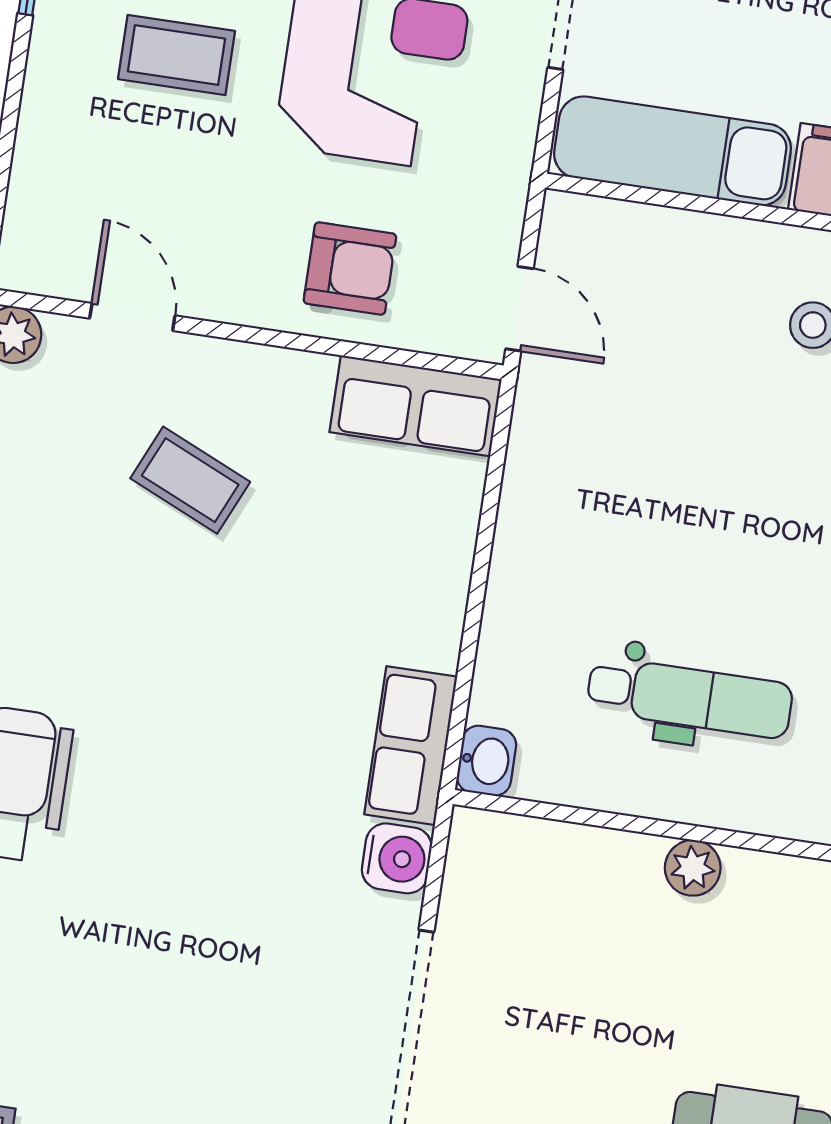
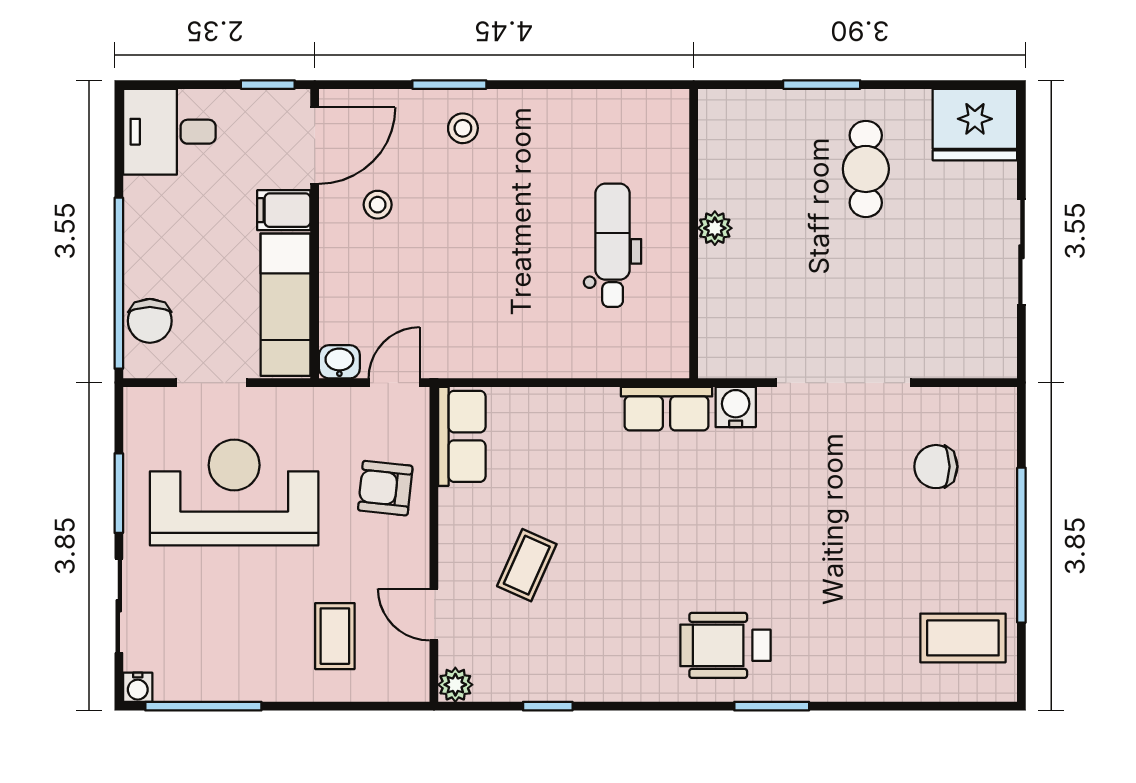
coffee table: (177, 55) -> (335, 636), moved
armchair: (350, 269) -> (385, 488), turned -84
door: (132, 317) -> (434, 615), hinge flipped
washbasin: (486, 761) -> (339, 362), moved

